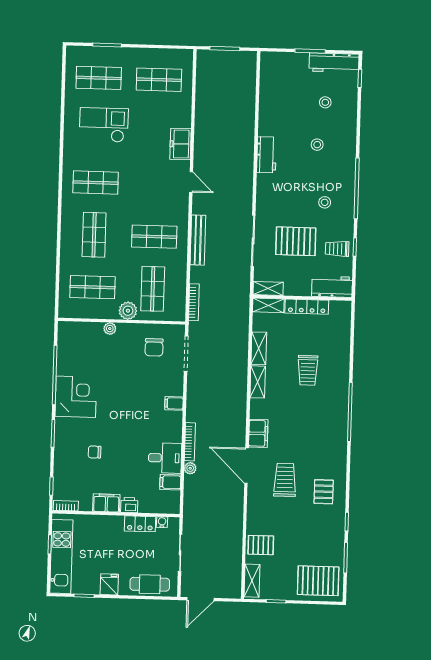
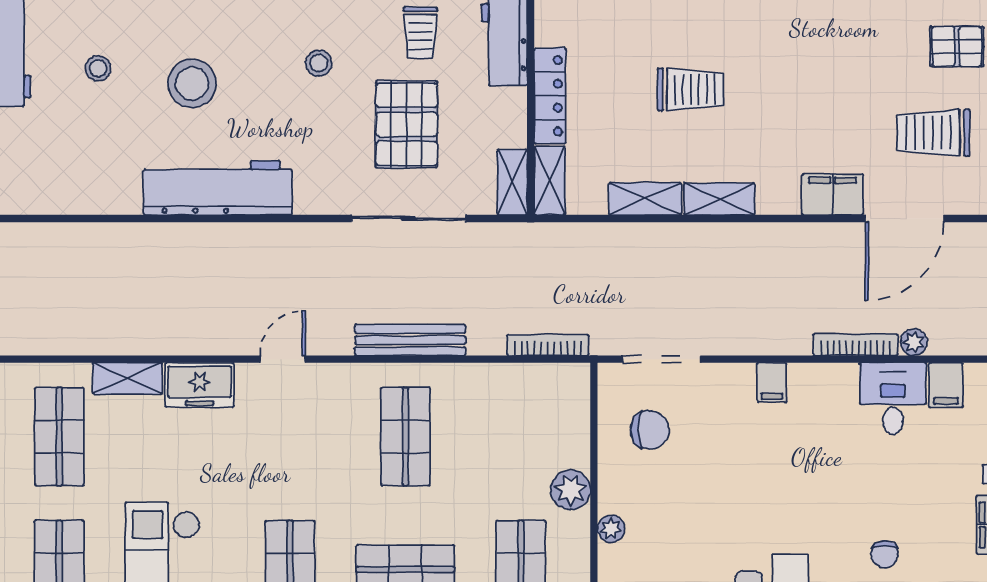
shelving: (184, 111) -> (127, 378), added
stool: (317, 145) -> (192, 83), width x1.89, depth x1.89
workbench: (267, 155) -> (218, 188), width x1.88, depth x1.32
shop shelf: (153, 289) -> (521, 437), removed

